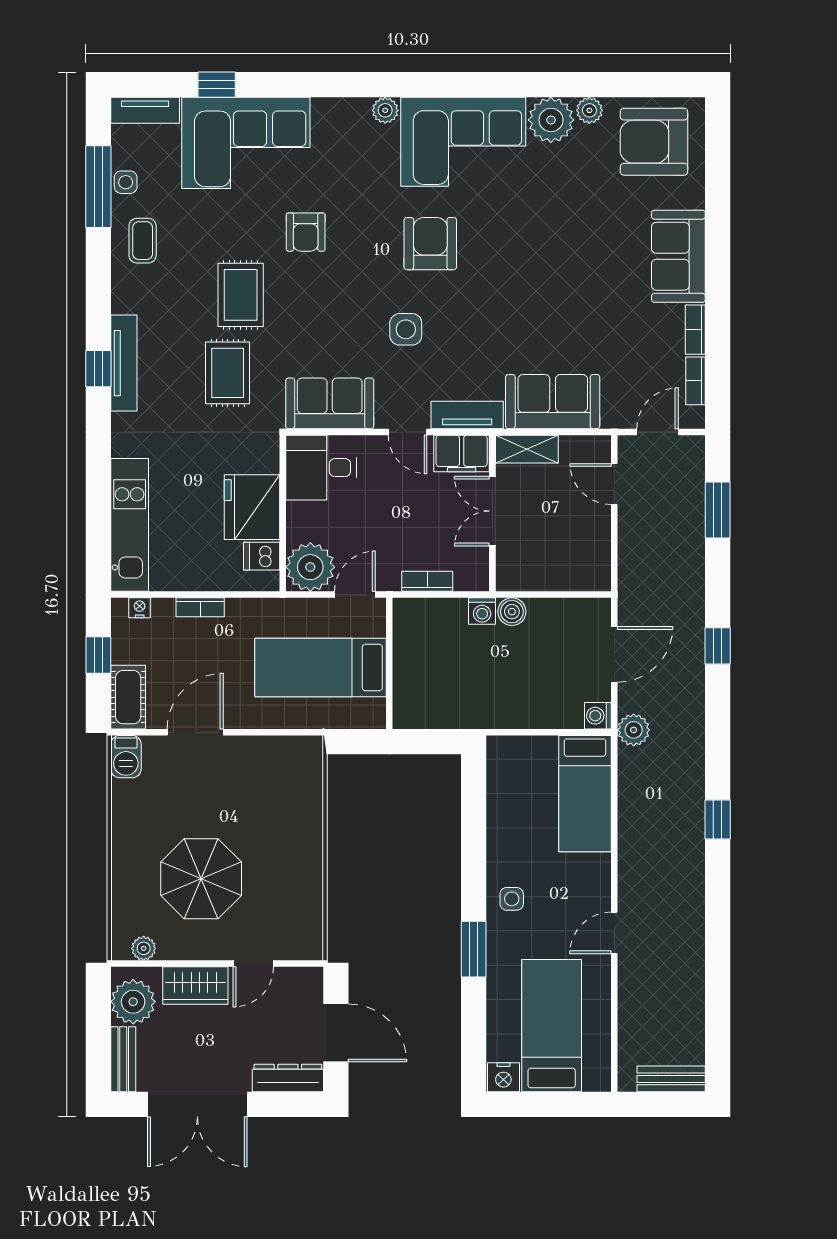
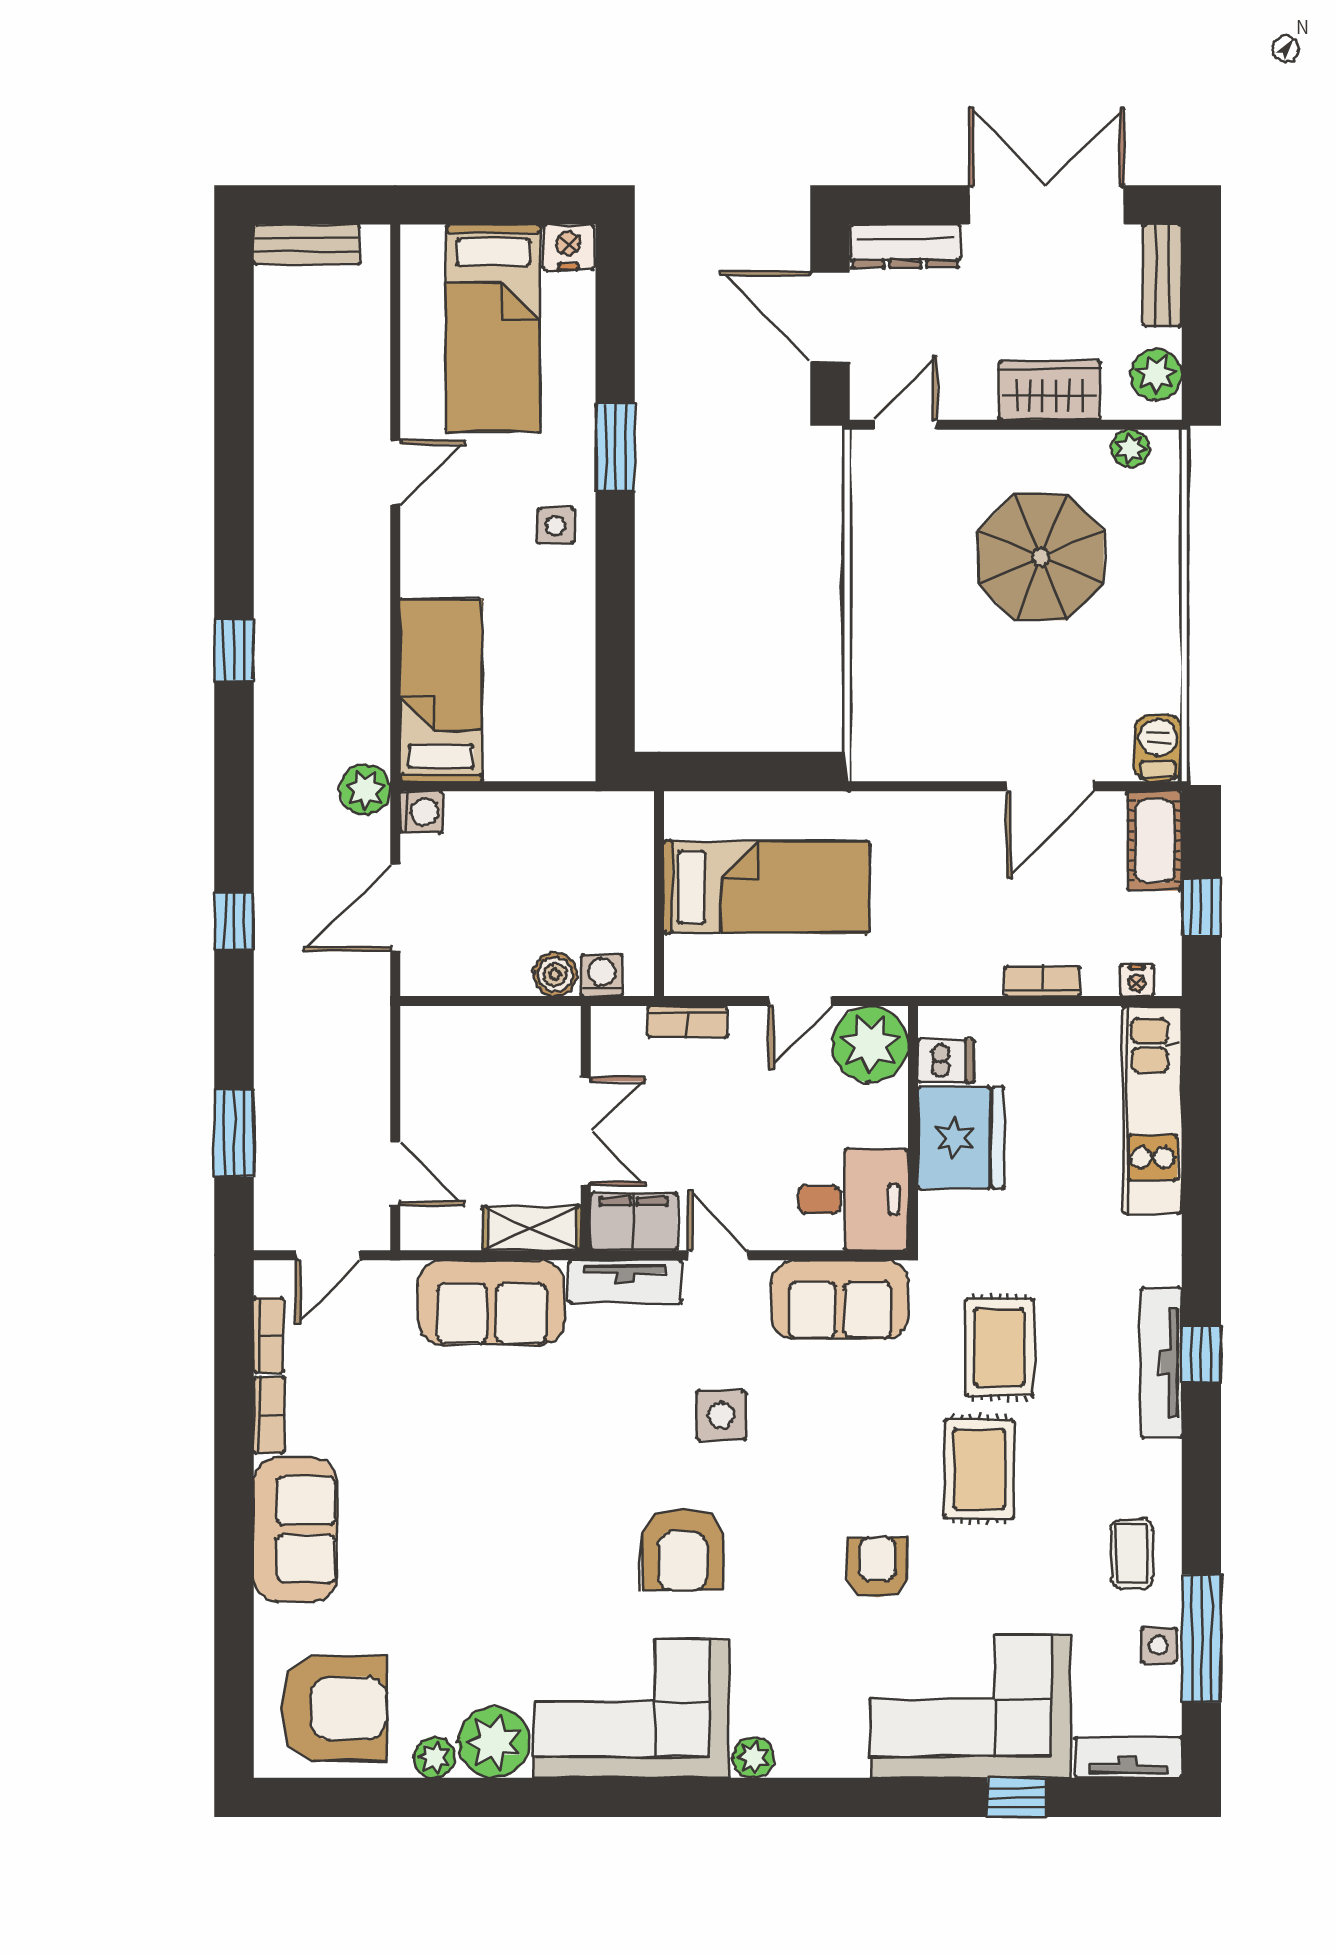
wall: (389, 663) -> (659, 894), moved
bed: (320, 668) -> (766, 887), moved
door: (253, 964) -> (906, 425), moved
plant: (133, 1002) -> (1156, 374), width x0.73, depth x0.73

